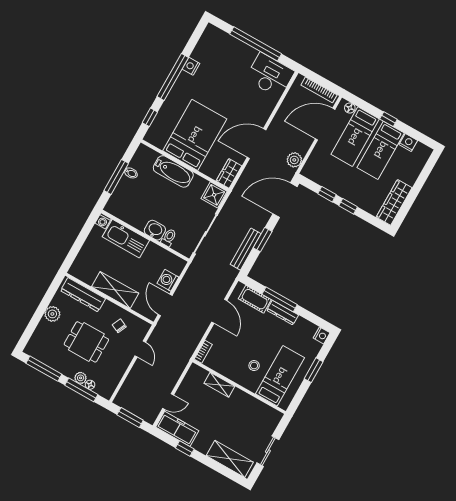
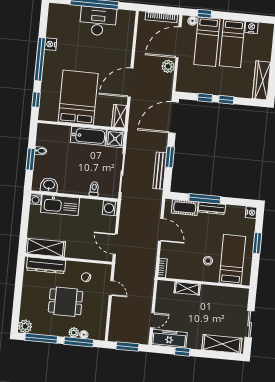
desk: (270, 75) -> (98, 21), moved
window: (388, 119) -> (204, 14), moved
plant: (294, 160) -> (168, 66), moved
bathtub: (173, 171) -> (88, 136), moved
window: (116, 177) -> (30, 159), width x0.69
washbasin: (155, 230) -> (49, 185), moved
washing machine: (168, 280) -> (110, 208), moved
shelving: (115, 290) -> (45, 248), moved
plant: (52, 314) -> (25, 326), moved

